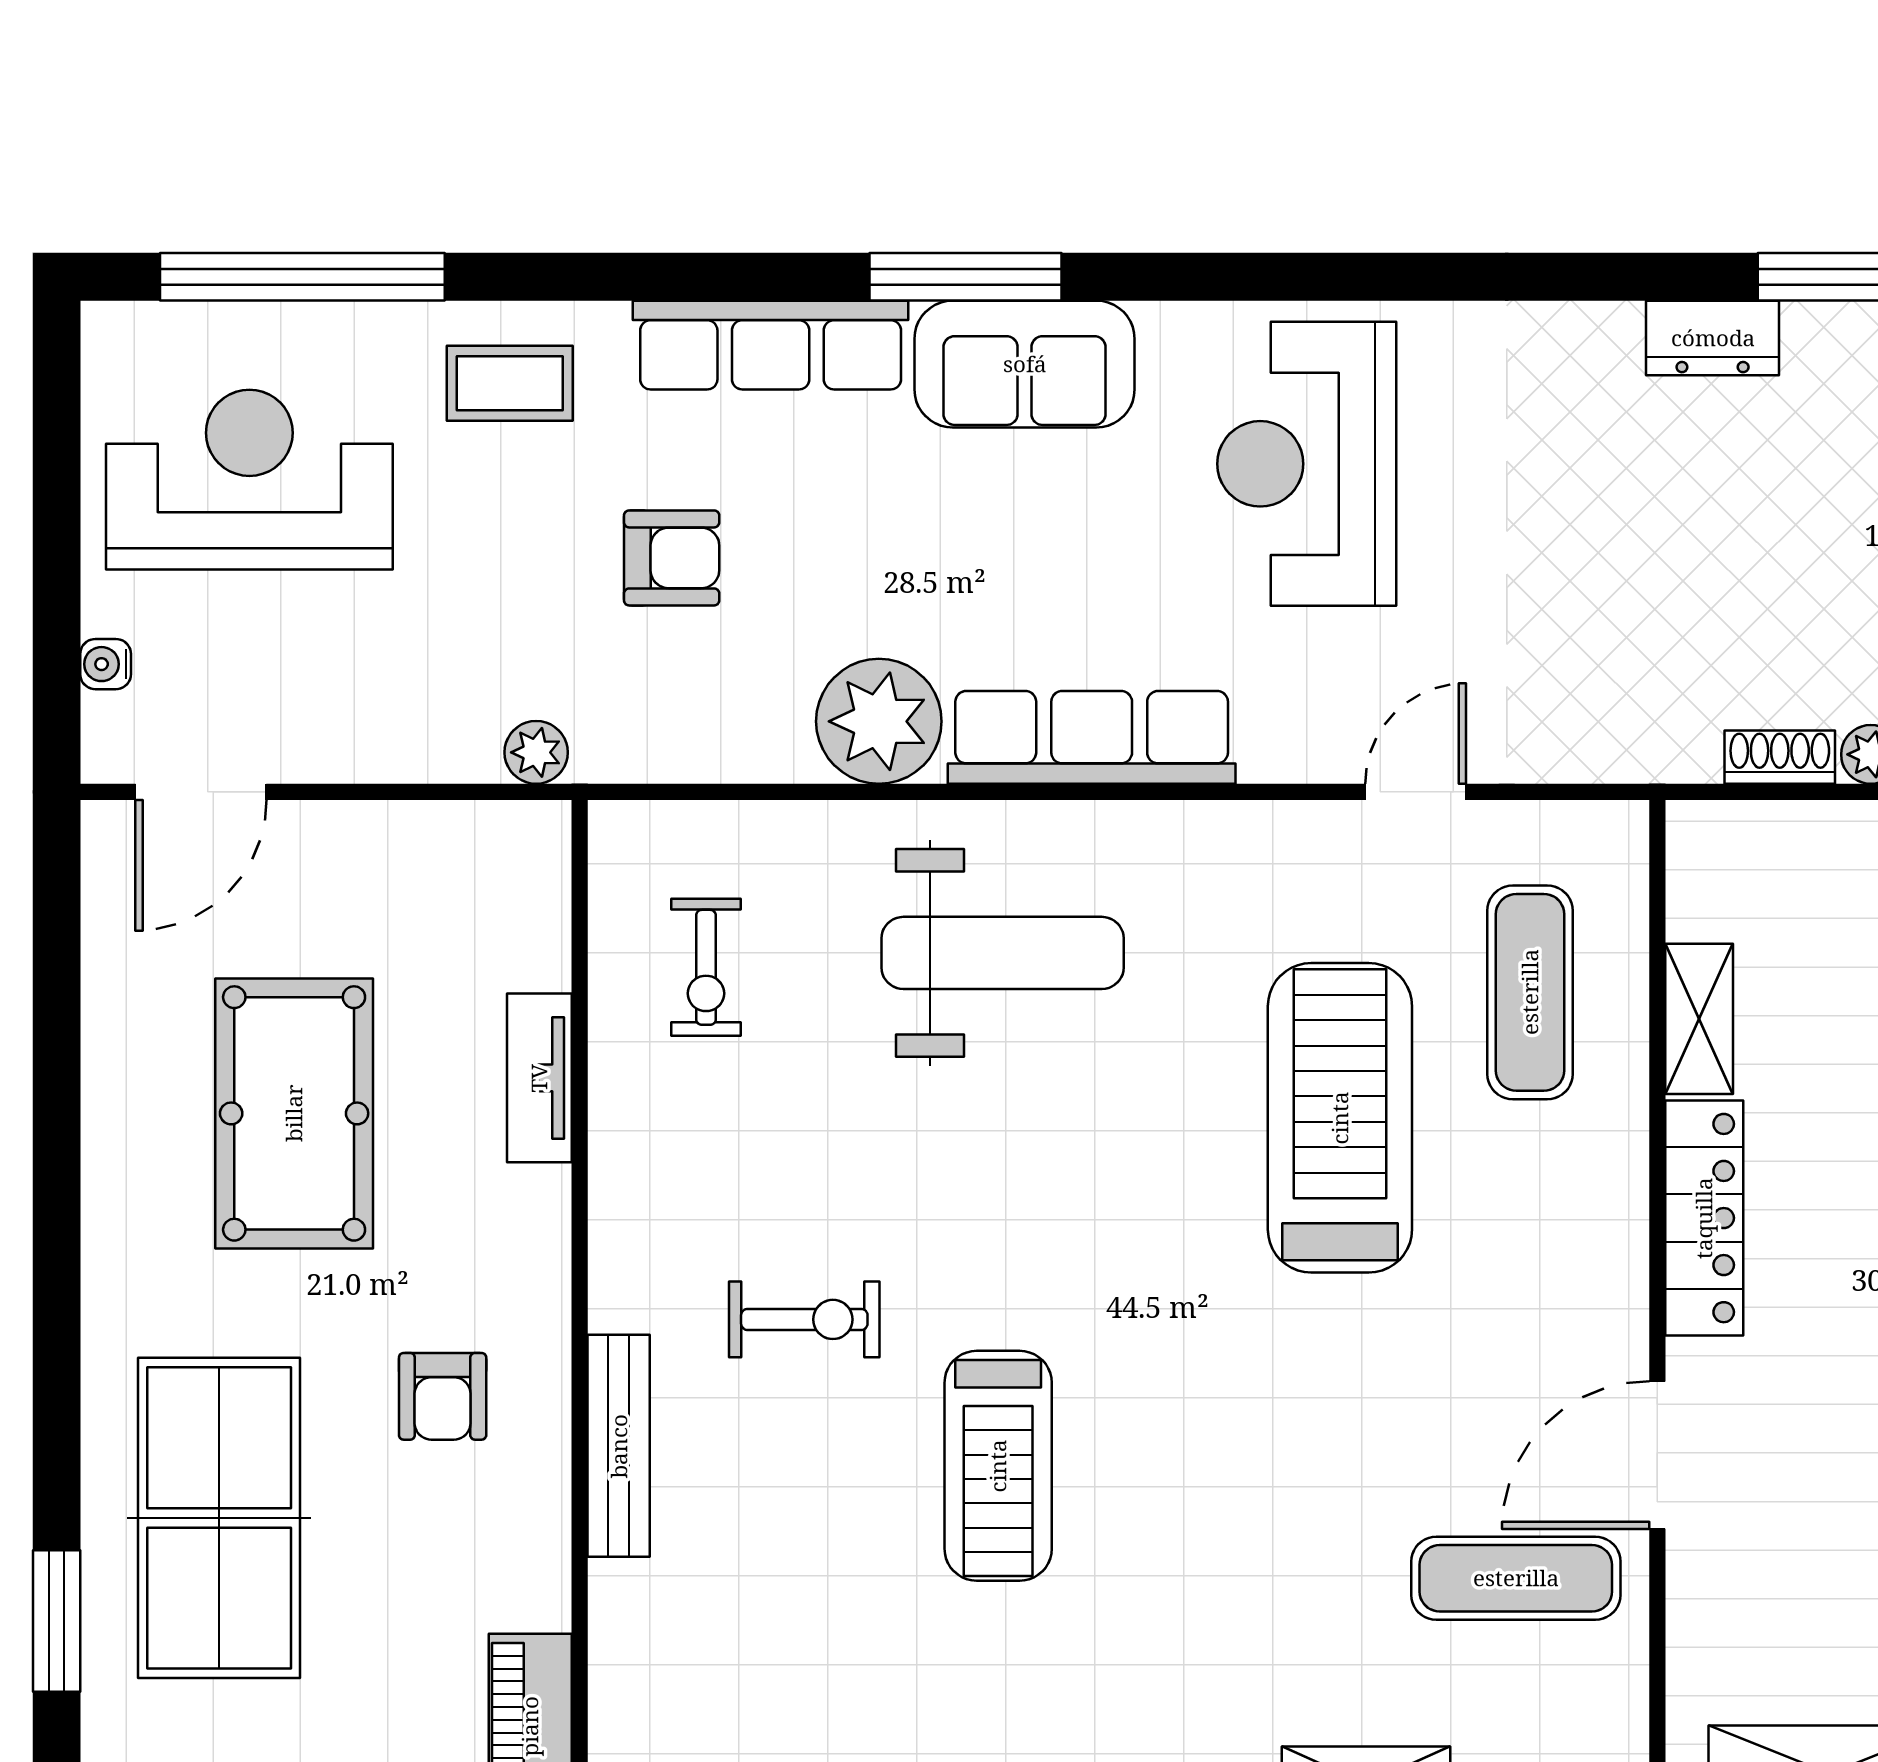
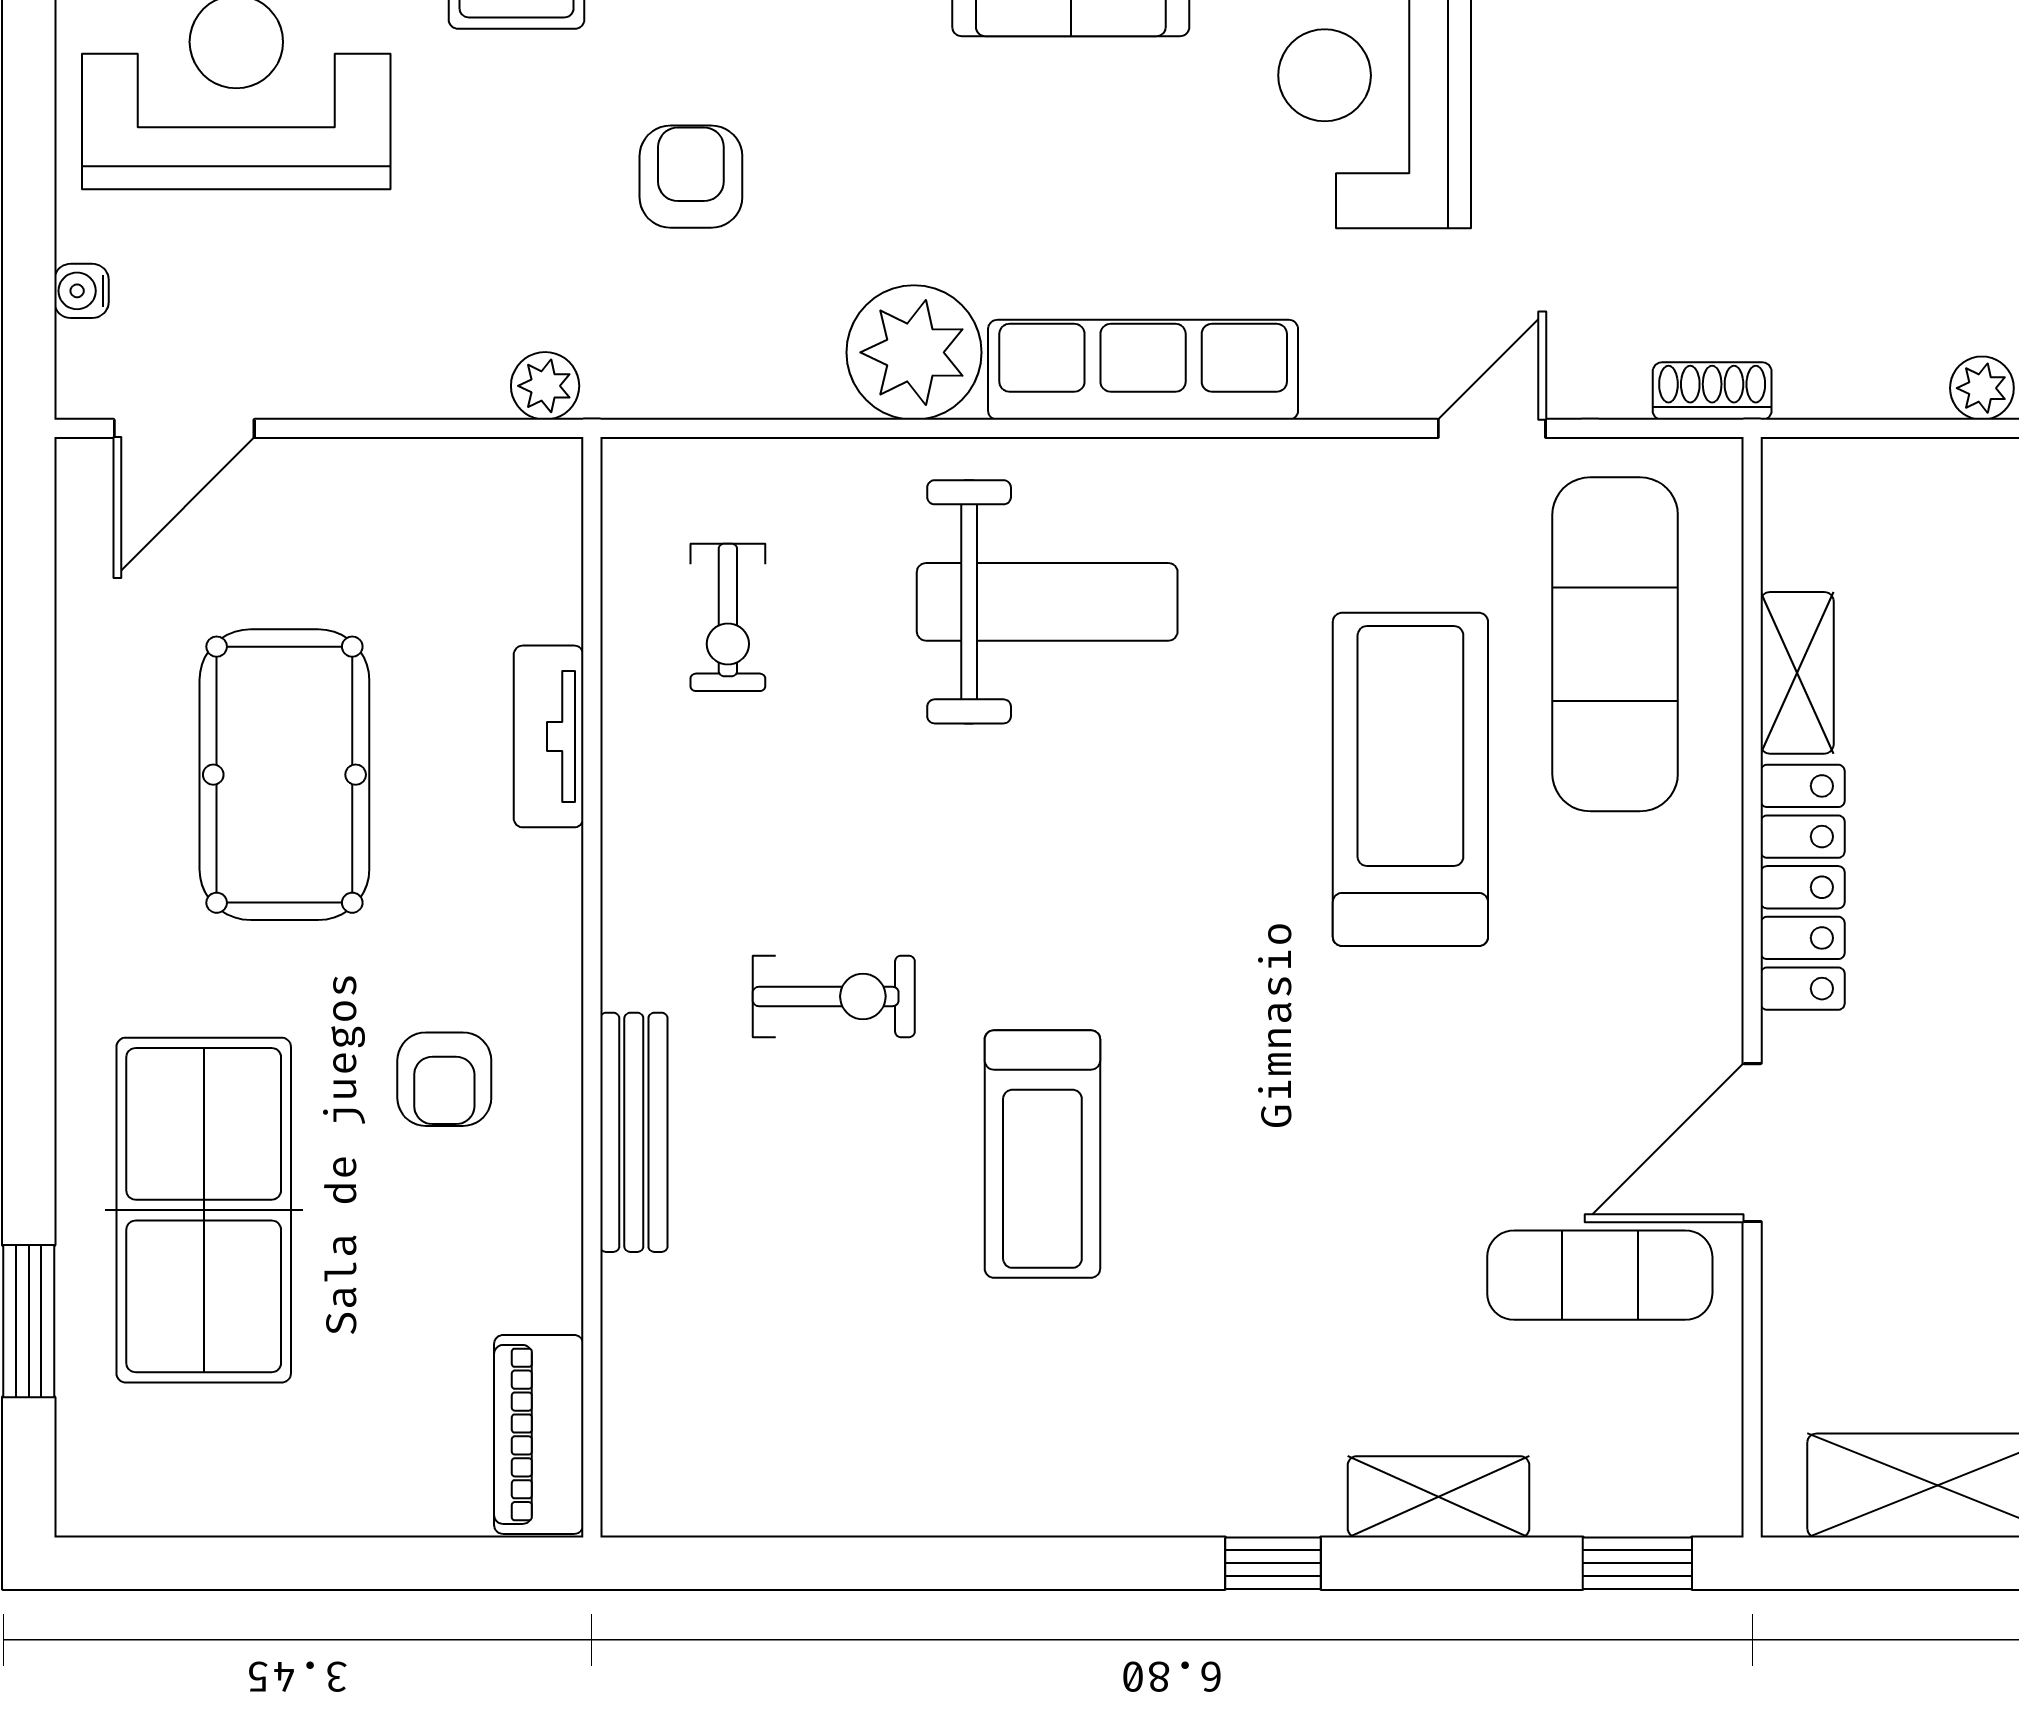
armchair: (672, 558) -> (691, 177), turned -90
shoe rack: (1780, 757) -> (1712, 391), moved
exercise mat: (1530, 992) -> (1615, 644), width x1.36, depth x1.45

